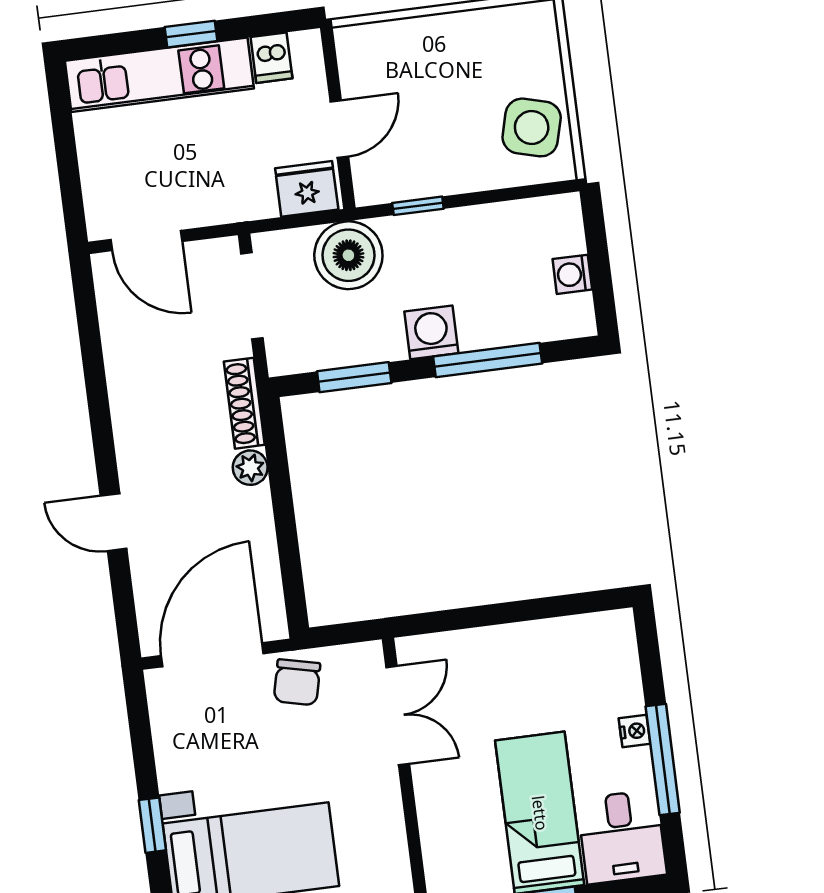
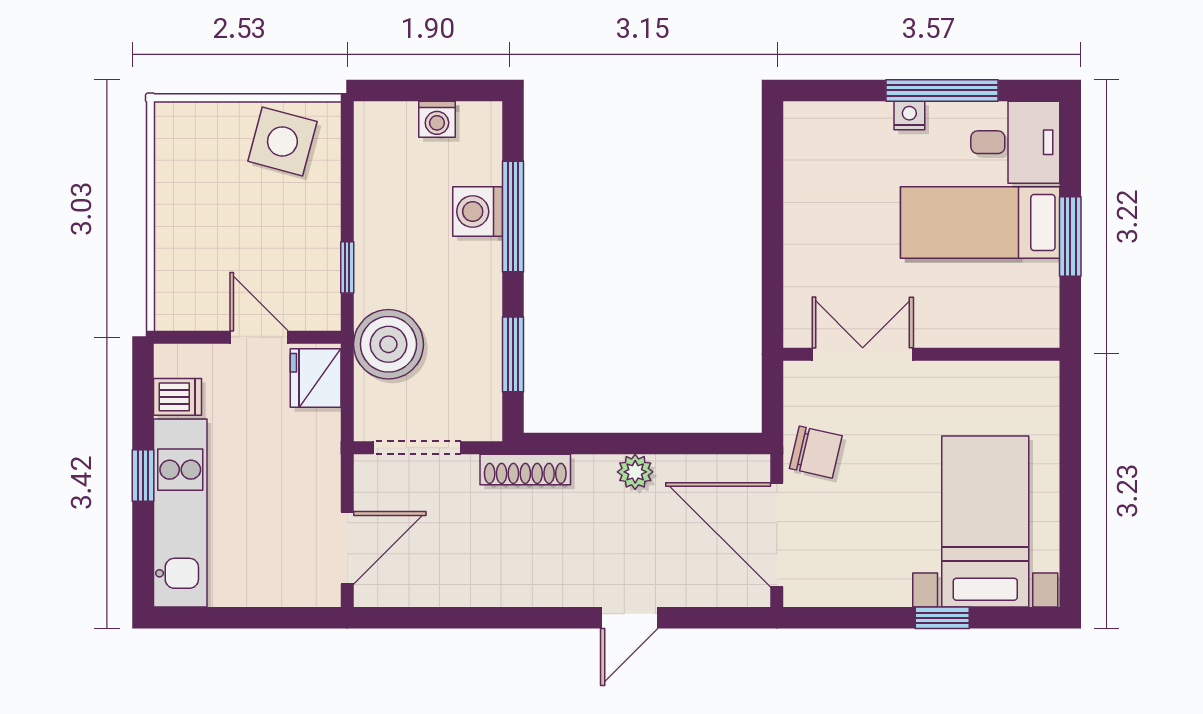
washing machine: (431, 332) -> (478, 212), moved
plant: (250, 468) -> (635, 472), moved

